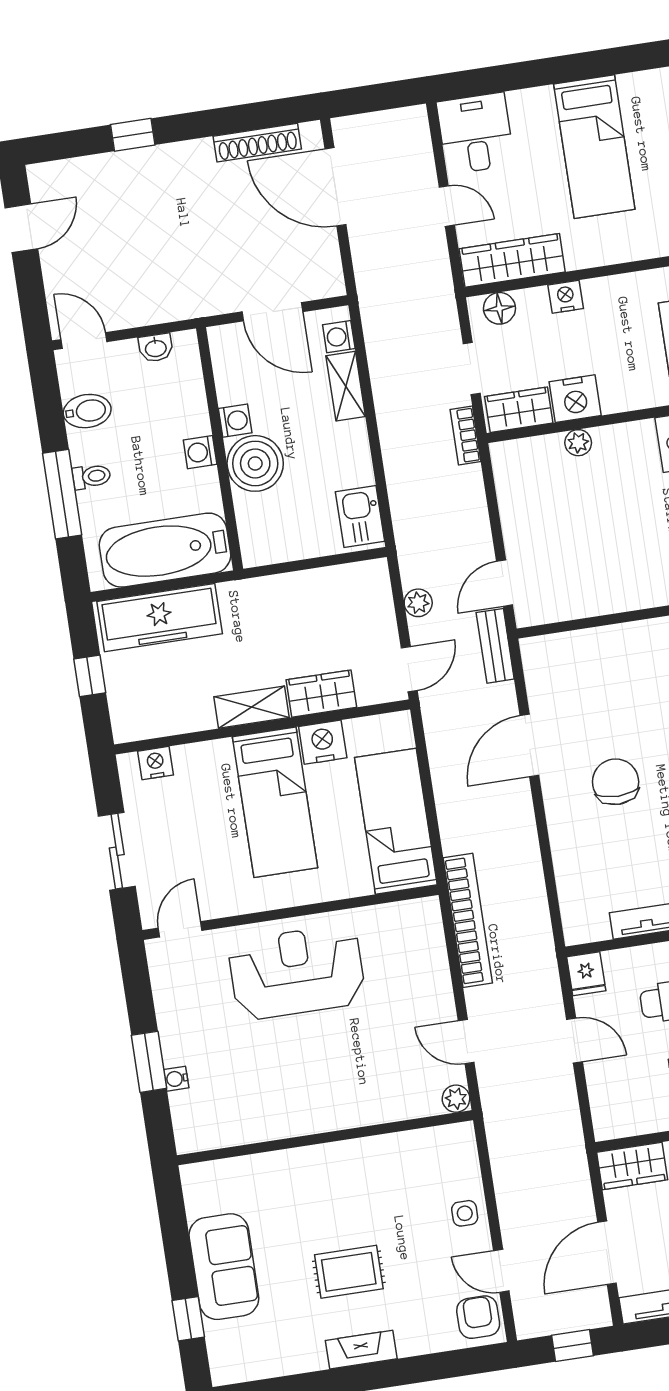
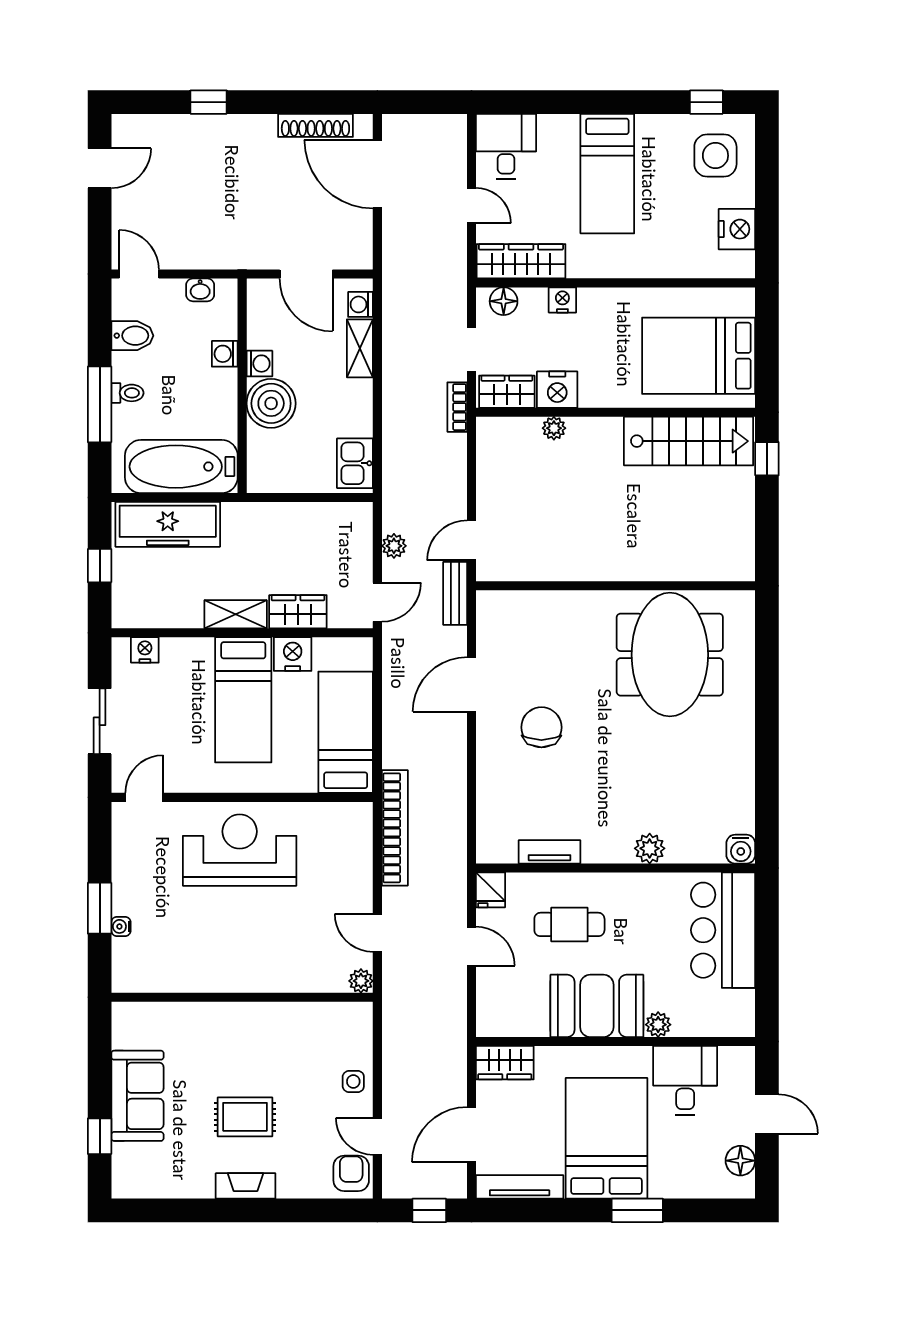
washing machine: (200, 452) -> (225, 354), moved

